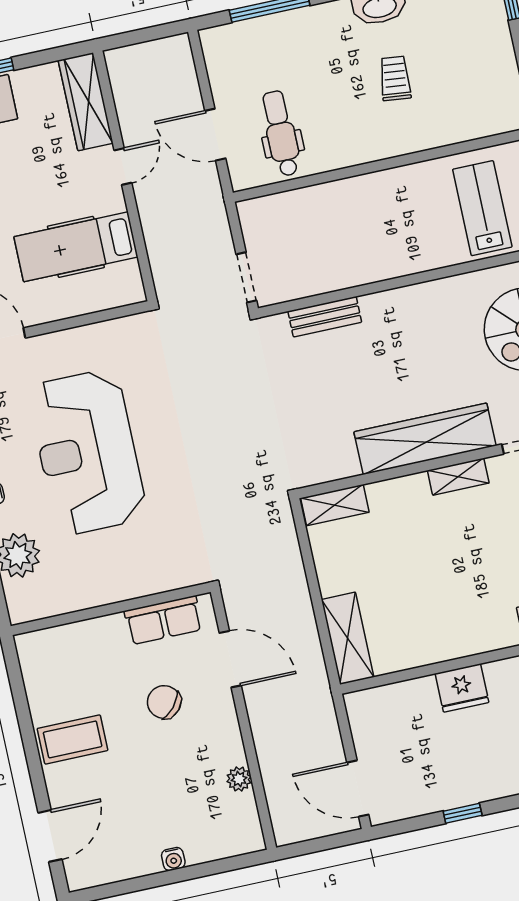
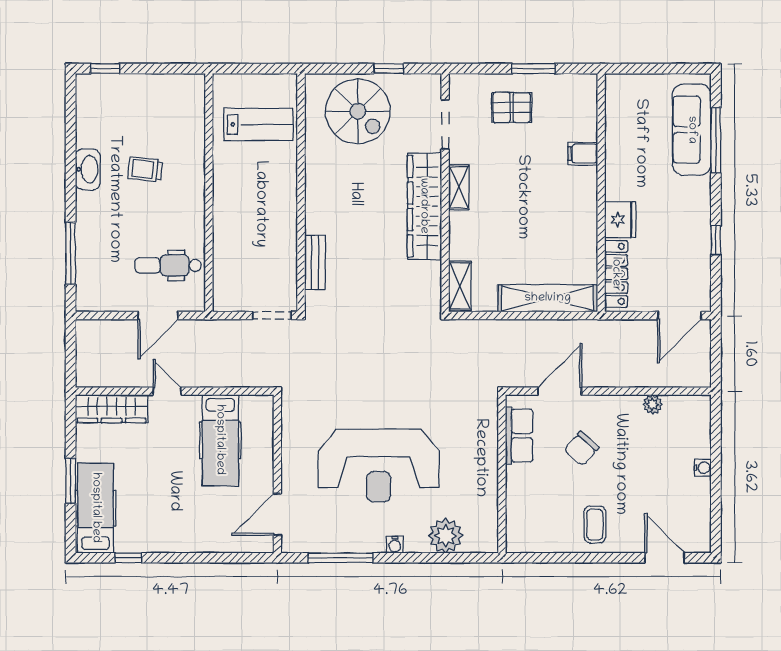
lab bench: (482, 208) -> (258, 124), turned 180
shelving: (348, 638) -> (548, 298), width x1.47
locker: (393, 698) -> (616, 274), added
coffee table: (73, 739) -> (595, 525), width x0.73, depth x0.77

